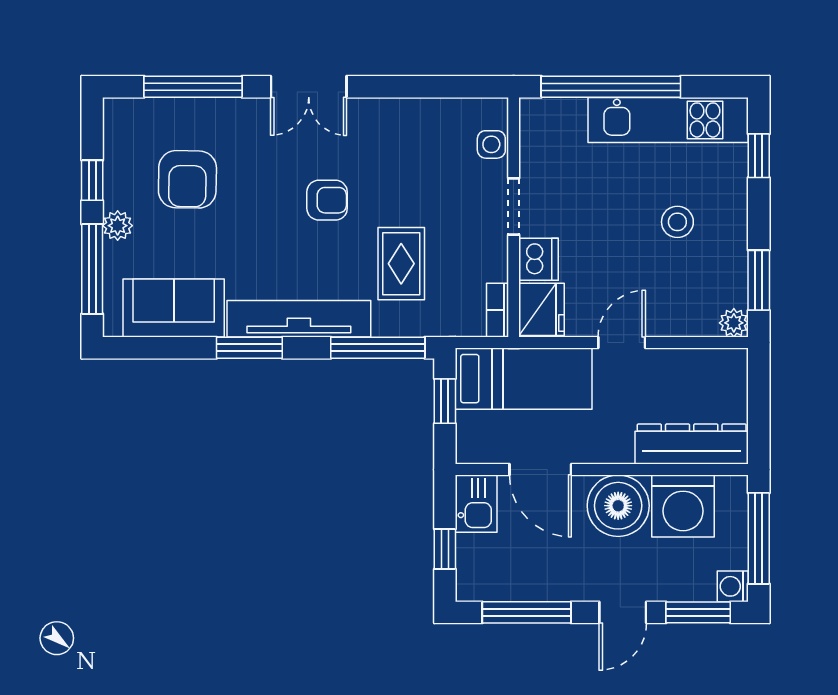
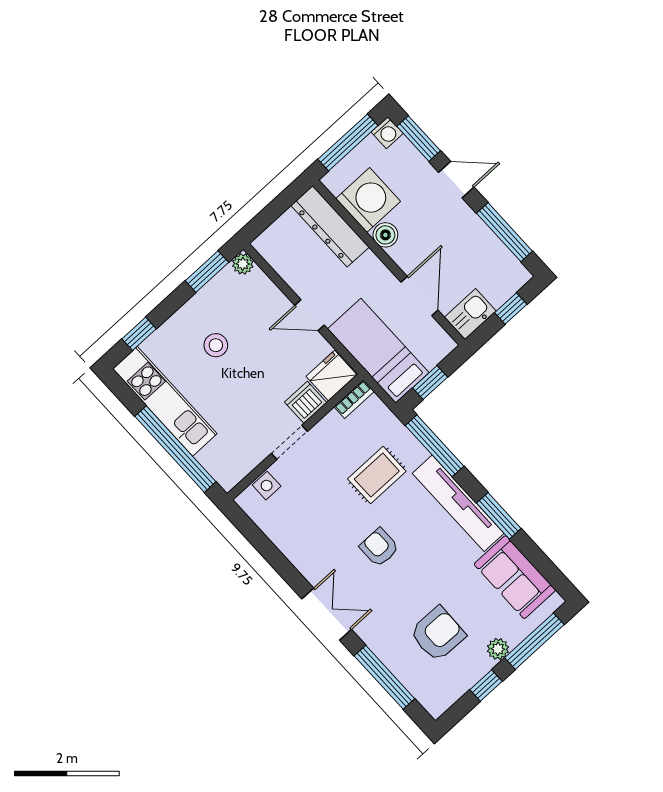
boiler: (618, 506) -> (385, 235), width x0.54, depth x0.54

